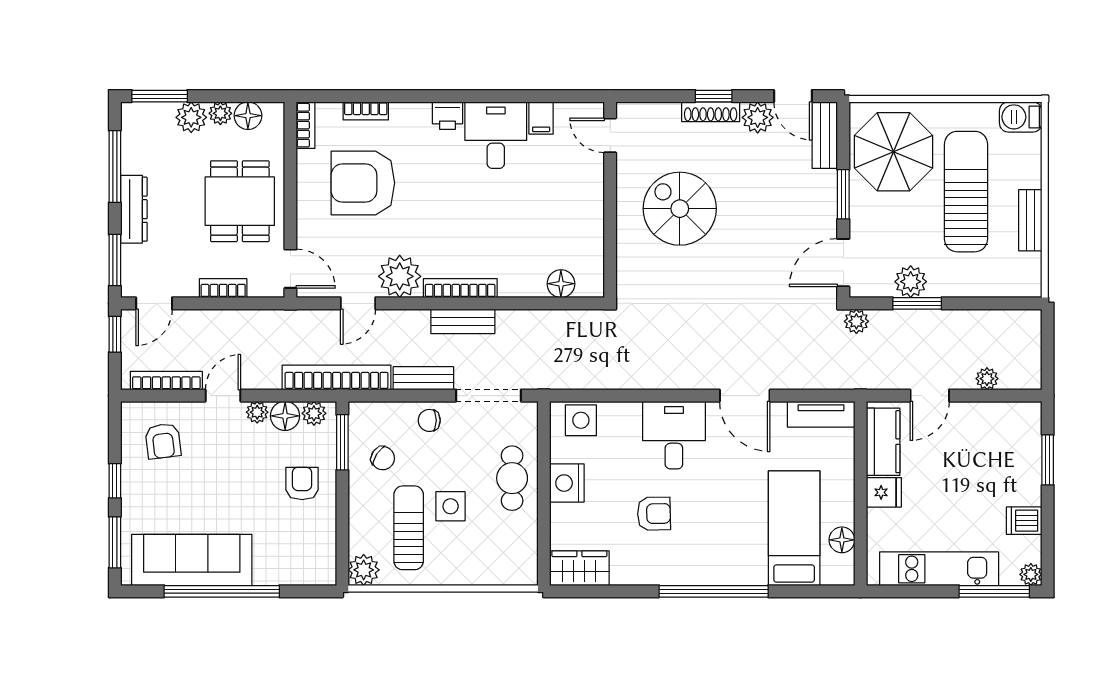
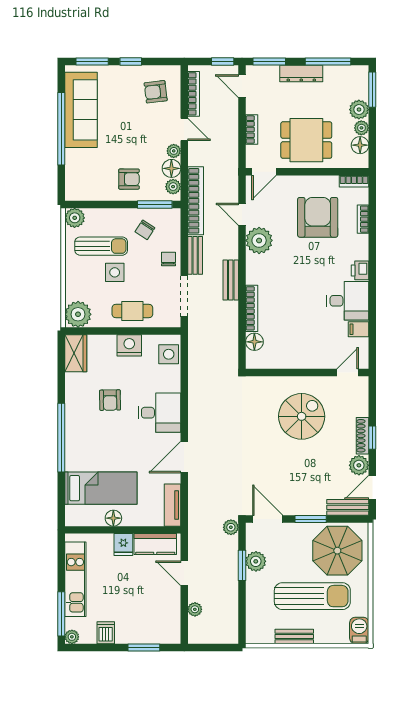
bookcase: (460, 288) -> (252, 308), moved
floor lamp: (842, 540) -> (113, 518), moved
plant: (517, 565) -> (78, 314), added

